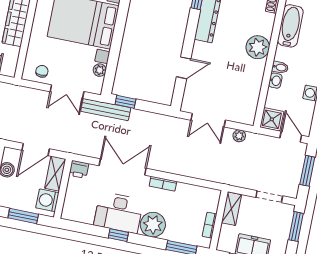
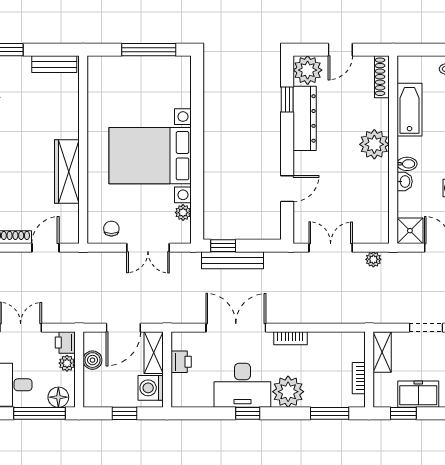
bench: (106, 110) -> (233, 260), moved
double door: (208, 120) -> (331, 248), swing flipped
printer: (79, 169) -> (181, 362), moved, turned -90
window: (23, 216) -> (124, 413), width x0.67

